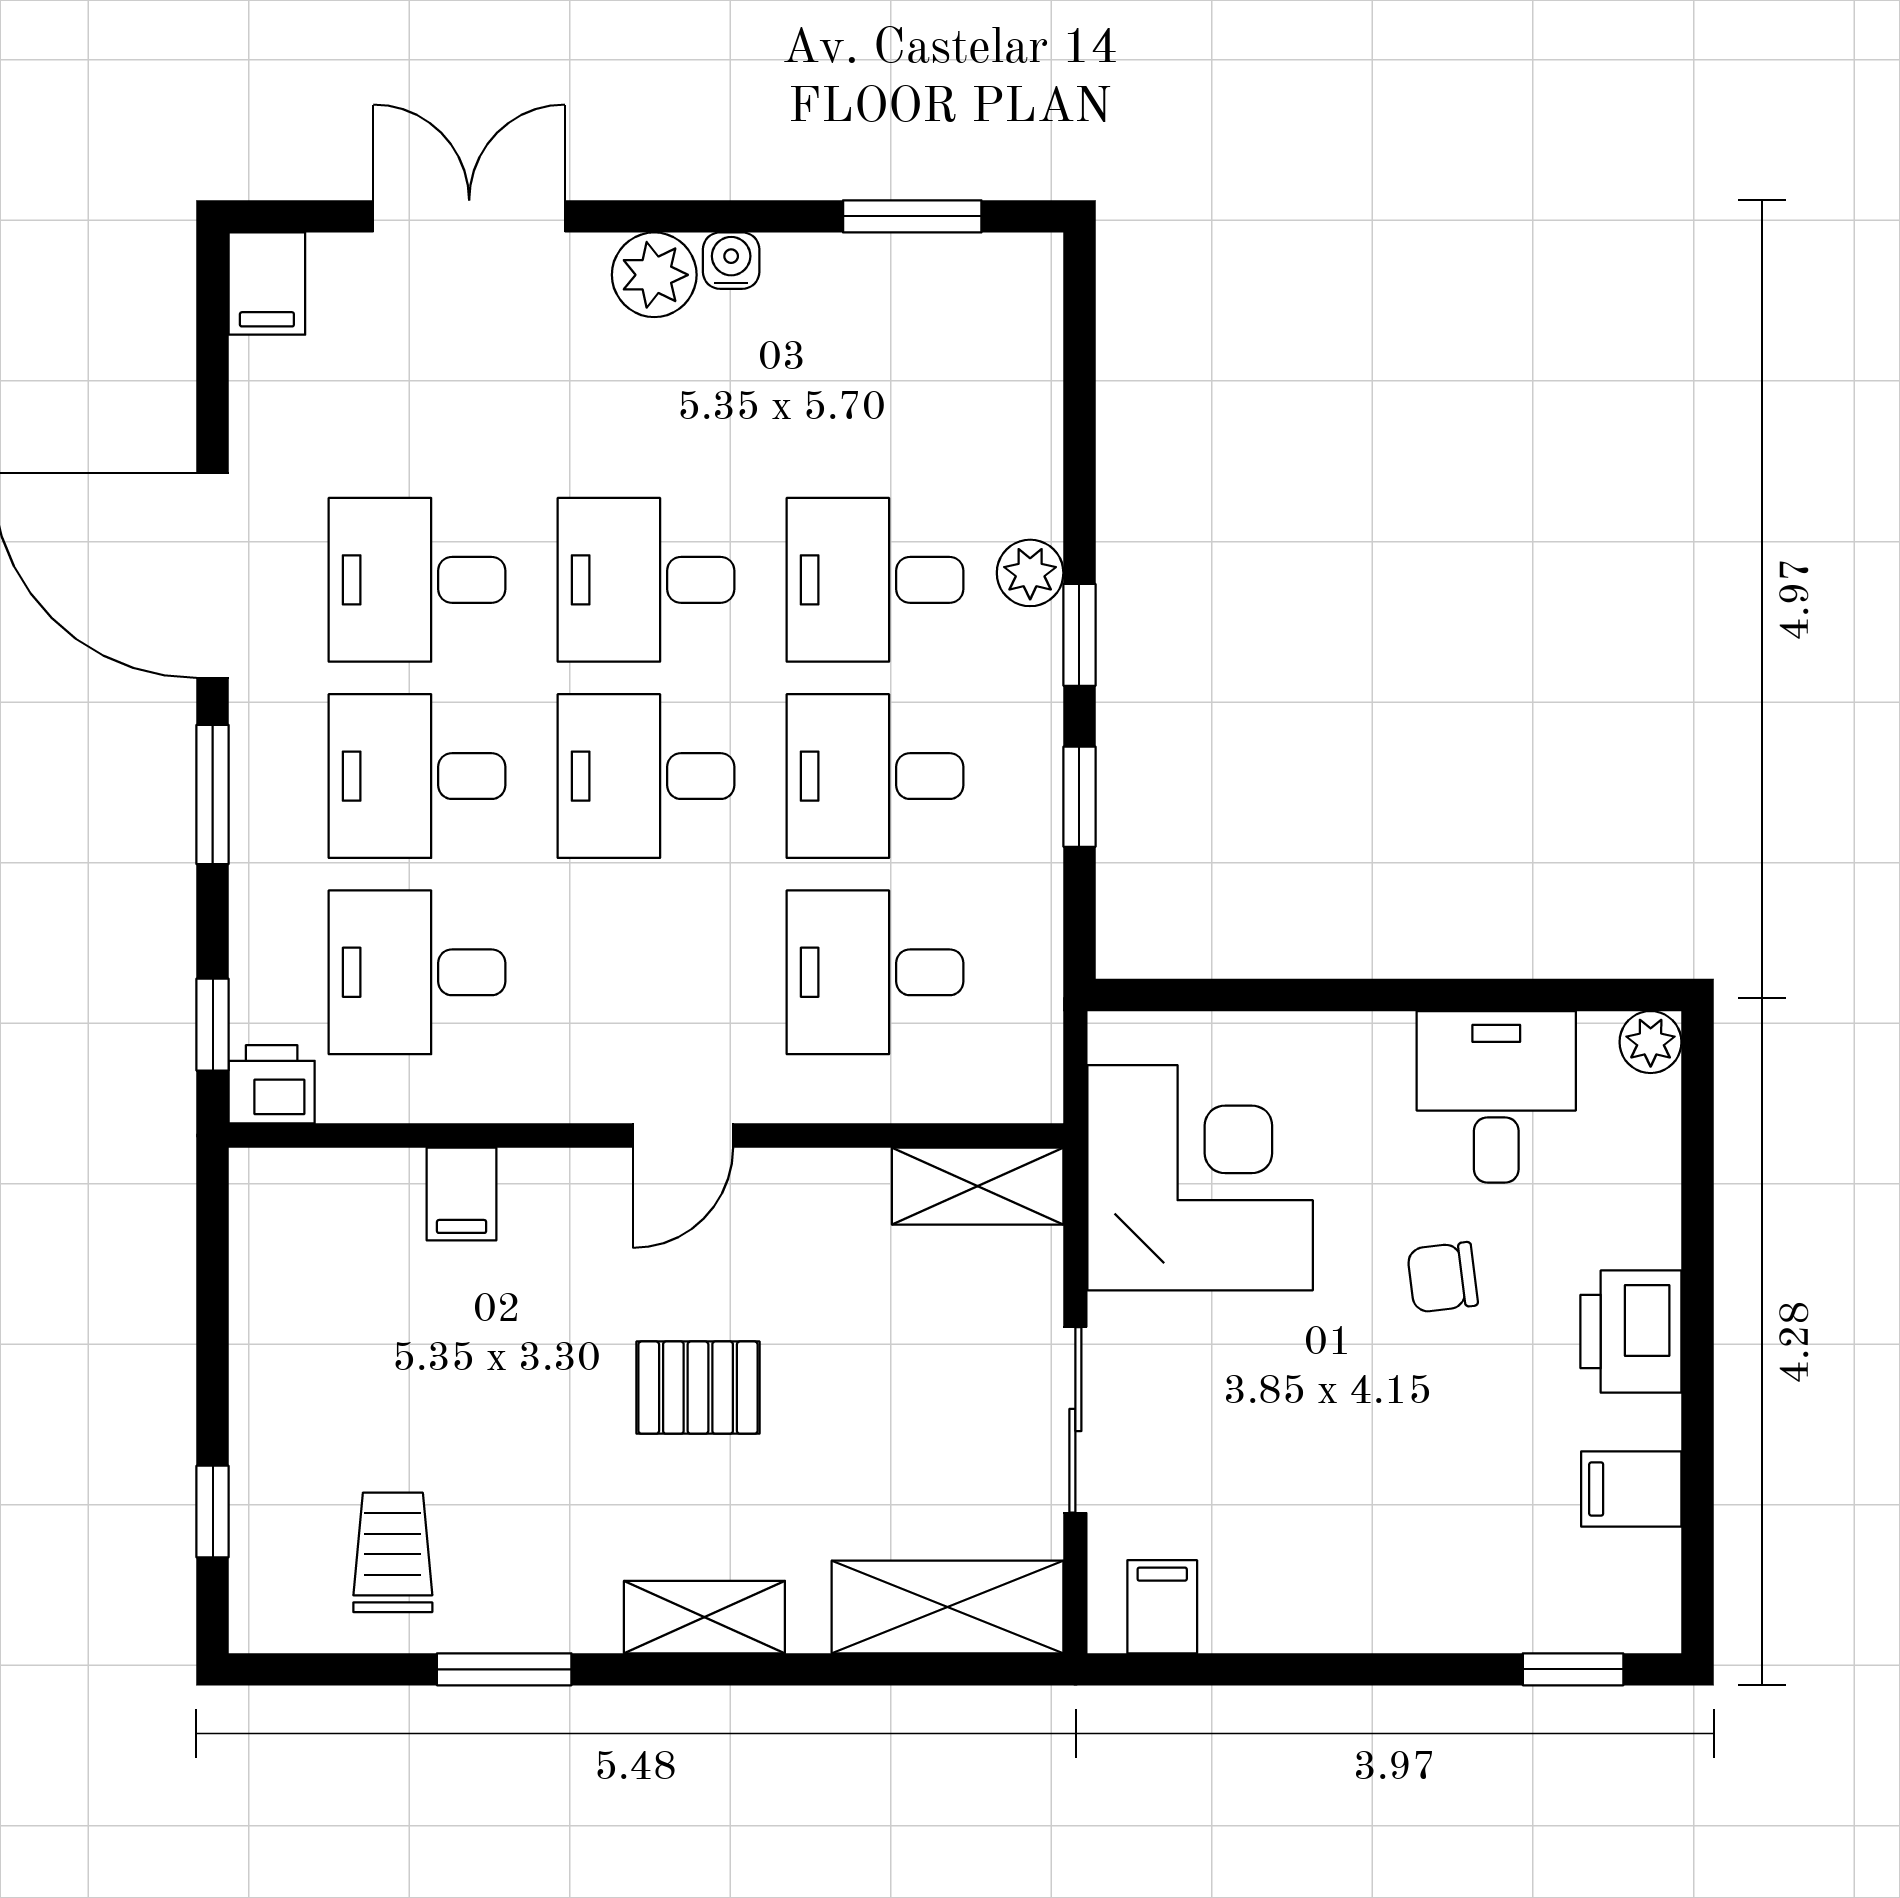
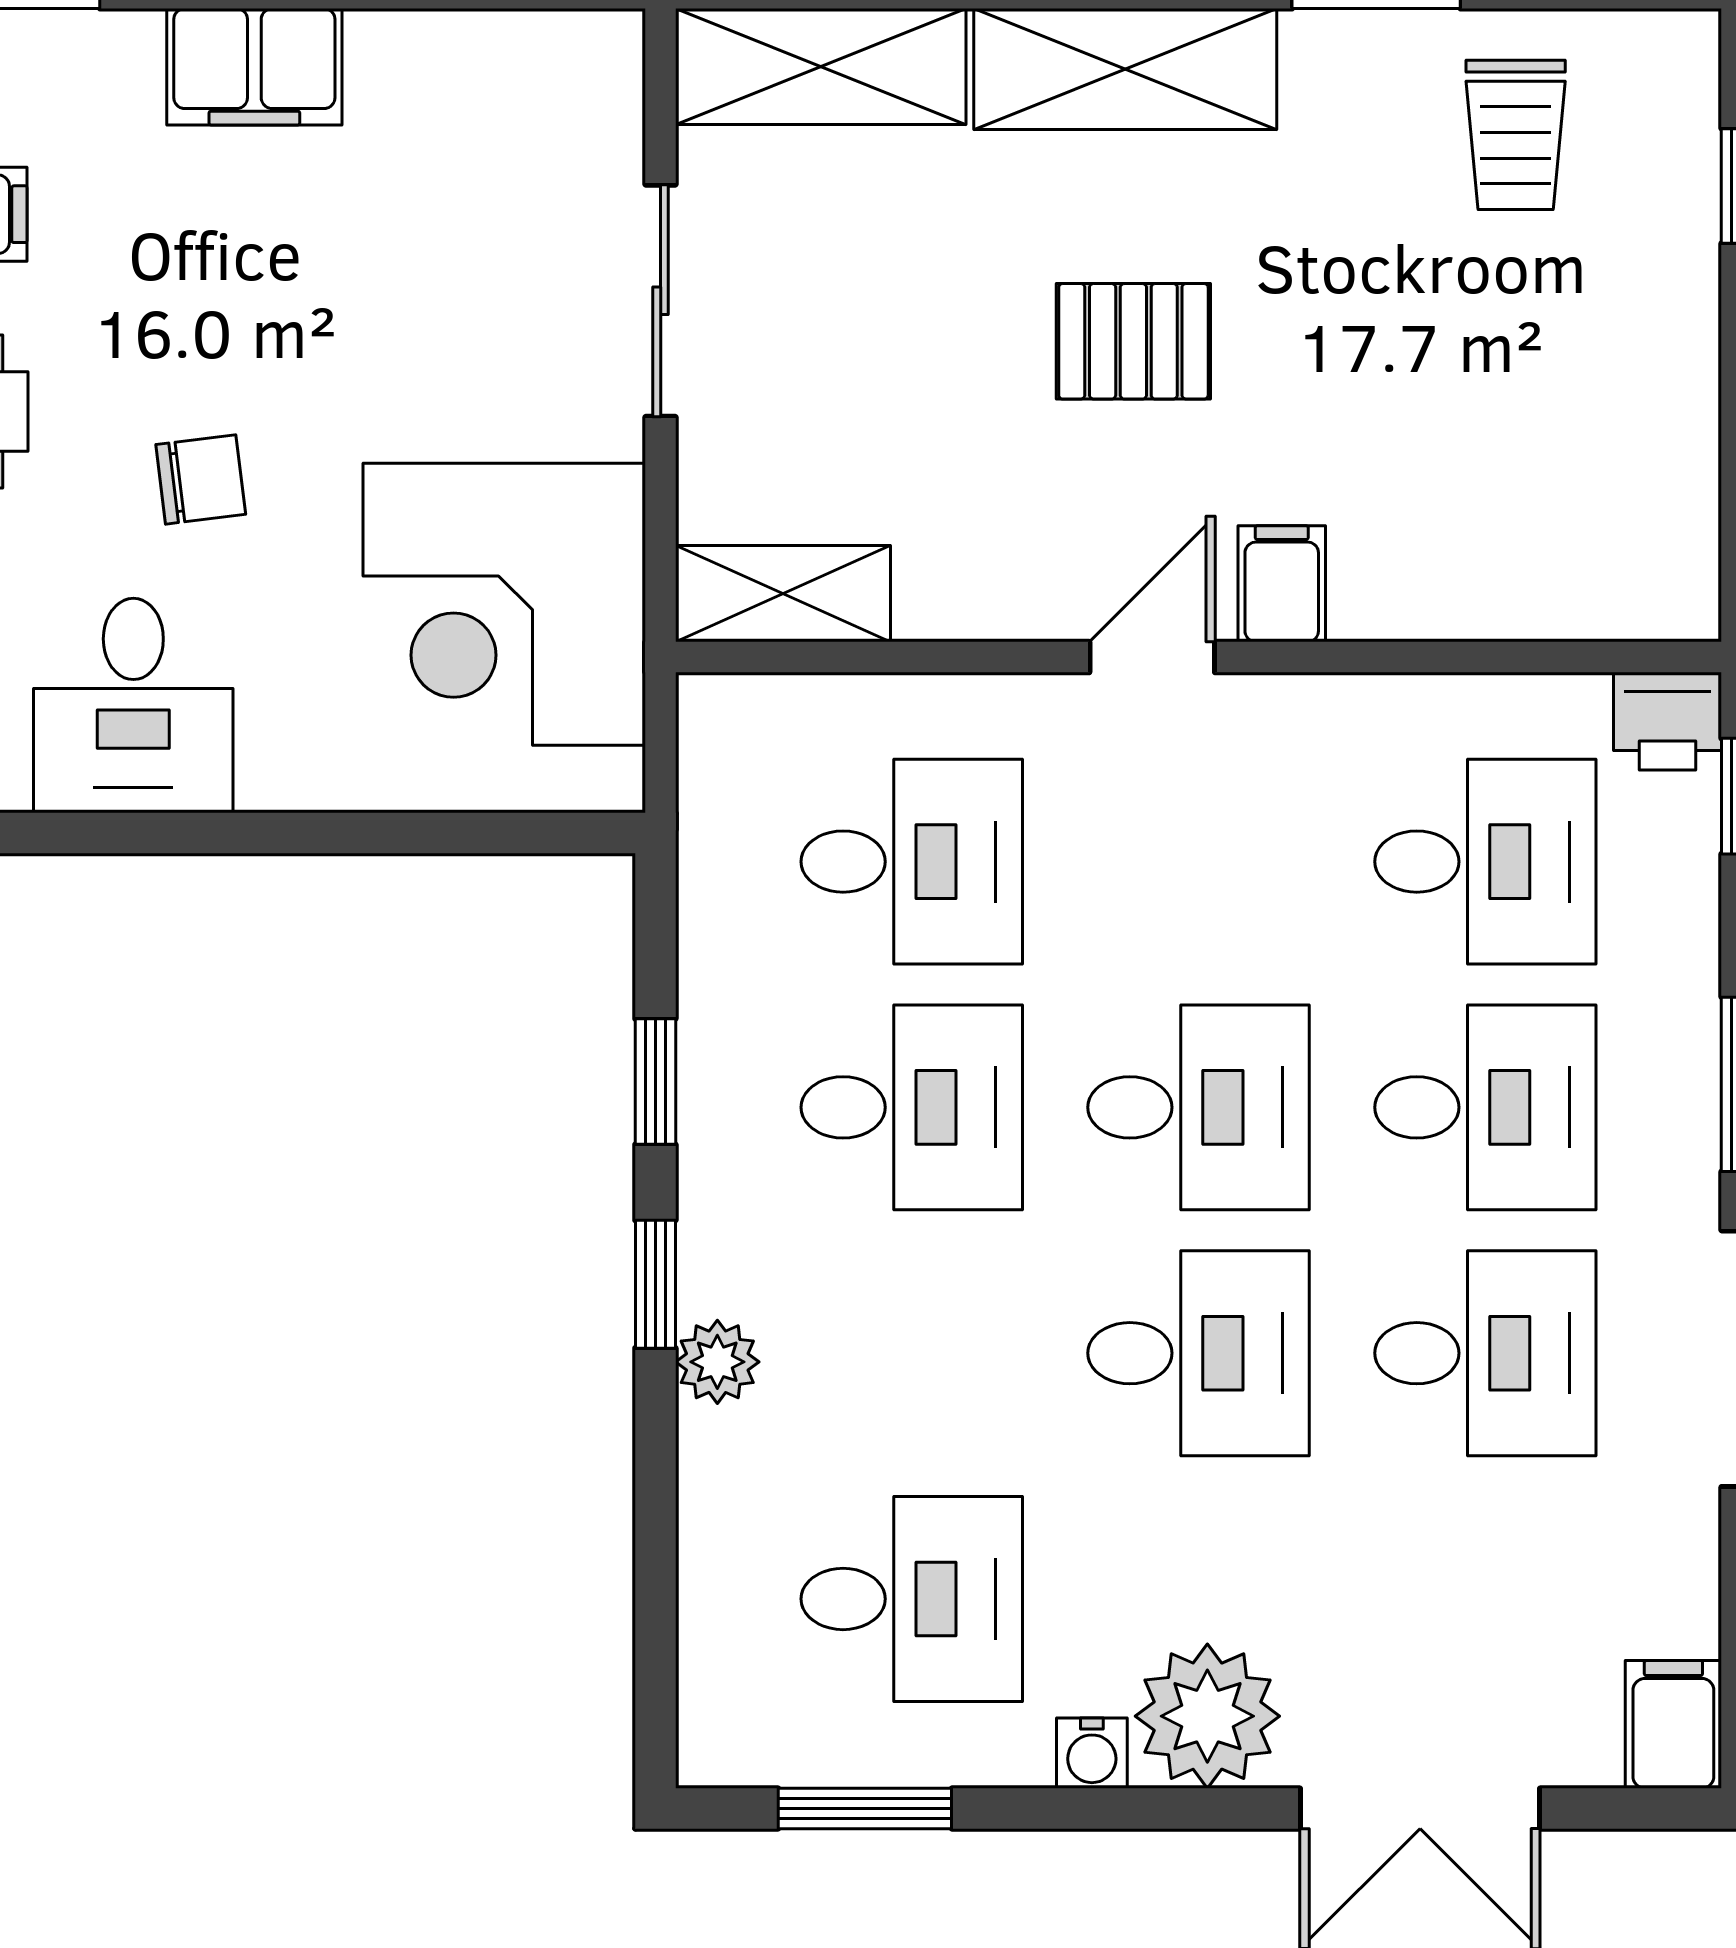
plant: (654, 275) -> (1207, 1716), width x1.36, depth x1.36
desk: (875, 580) -> (912, 1599), moved
filing cabinet: (462, 1194) -> (1282, 584), moved
filing cabinet: (1162, 1607) -> (254, 67), moved, width x2.00
shelving: (704, 1617) -> (1125, 69), width x1.50, depth x1.33

